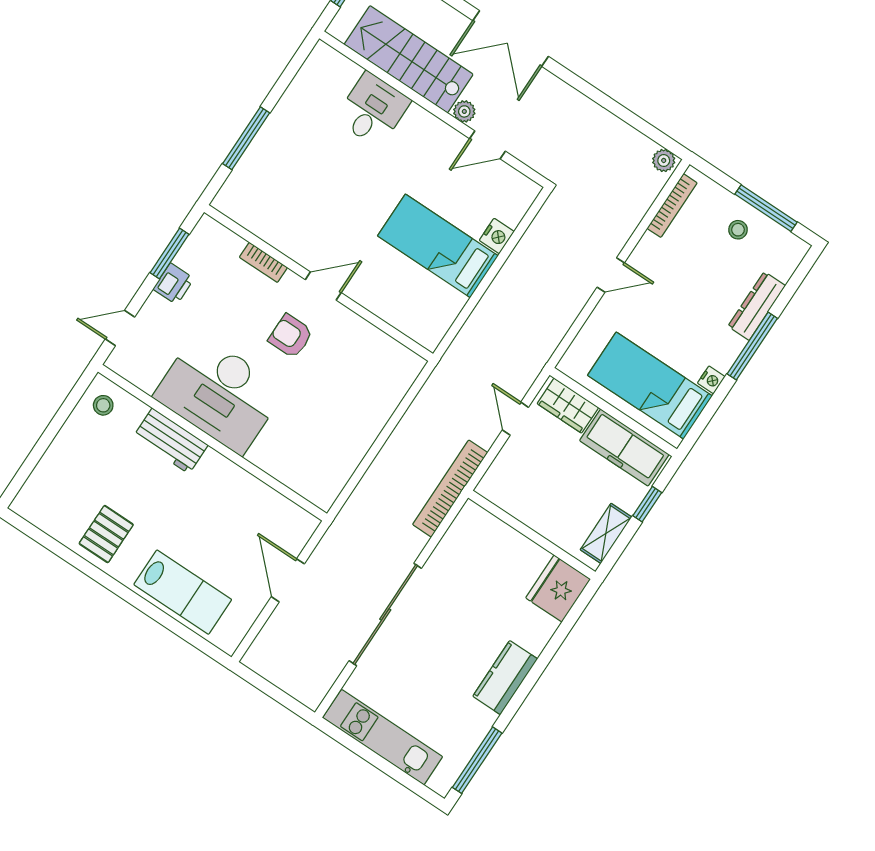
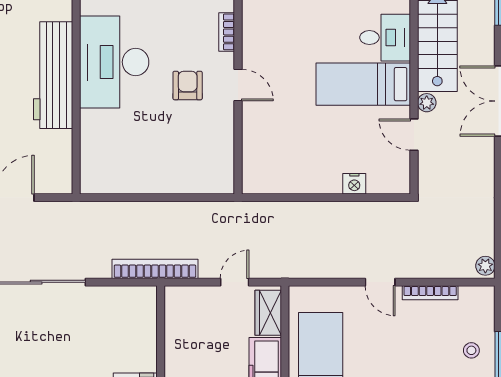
bookcase: (672, 206) -> (430, 293), moved
bed: (438, 246) -> (363, 84), moved, turned -90
workbench: (171, 441) -> (53, 75), width x1.88, depth x1.32

